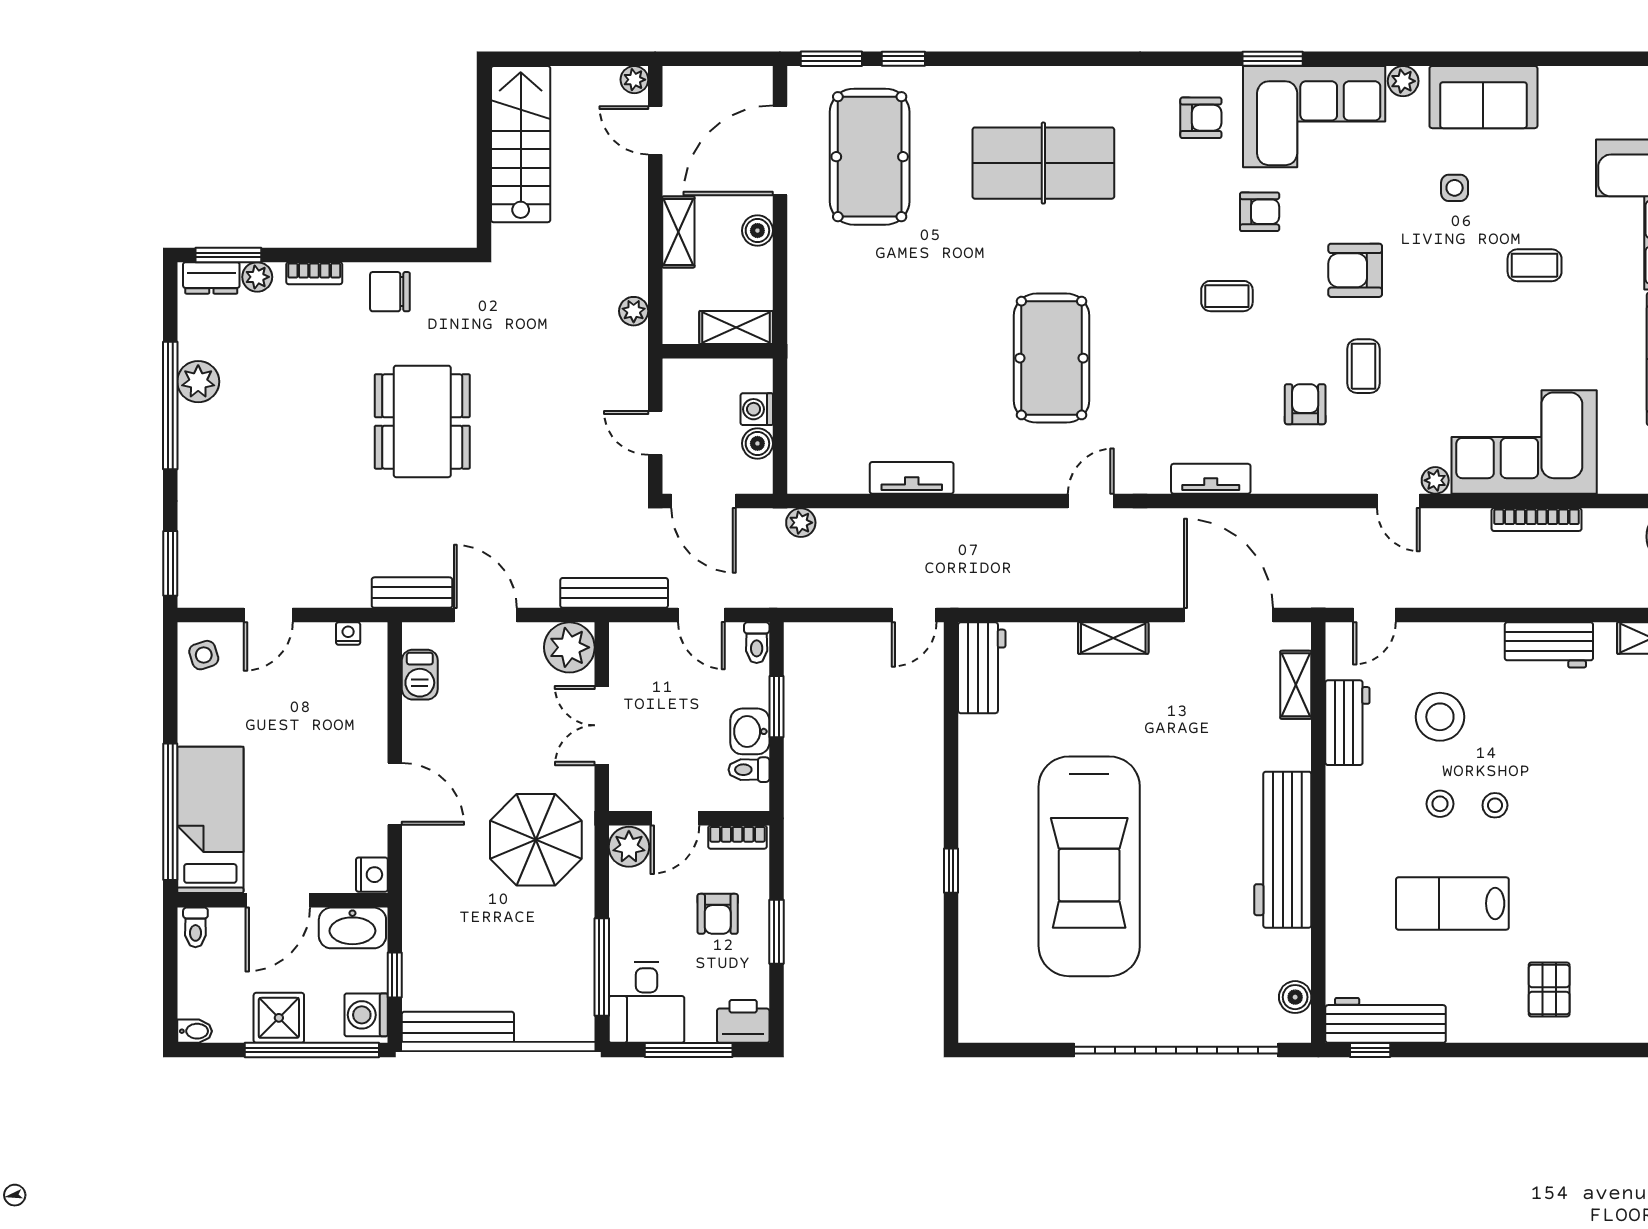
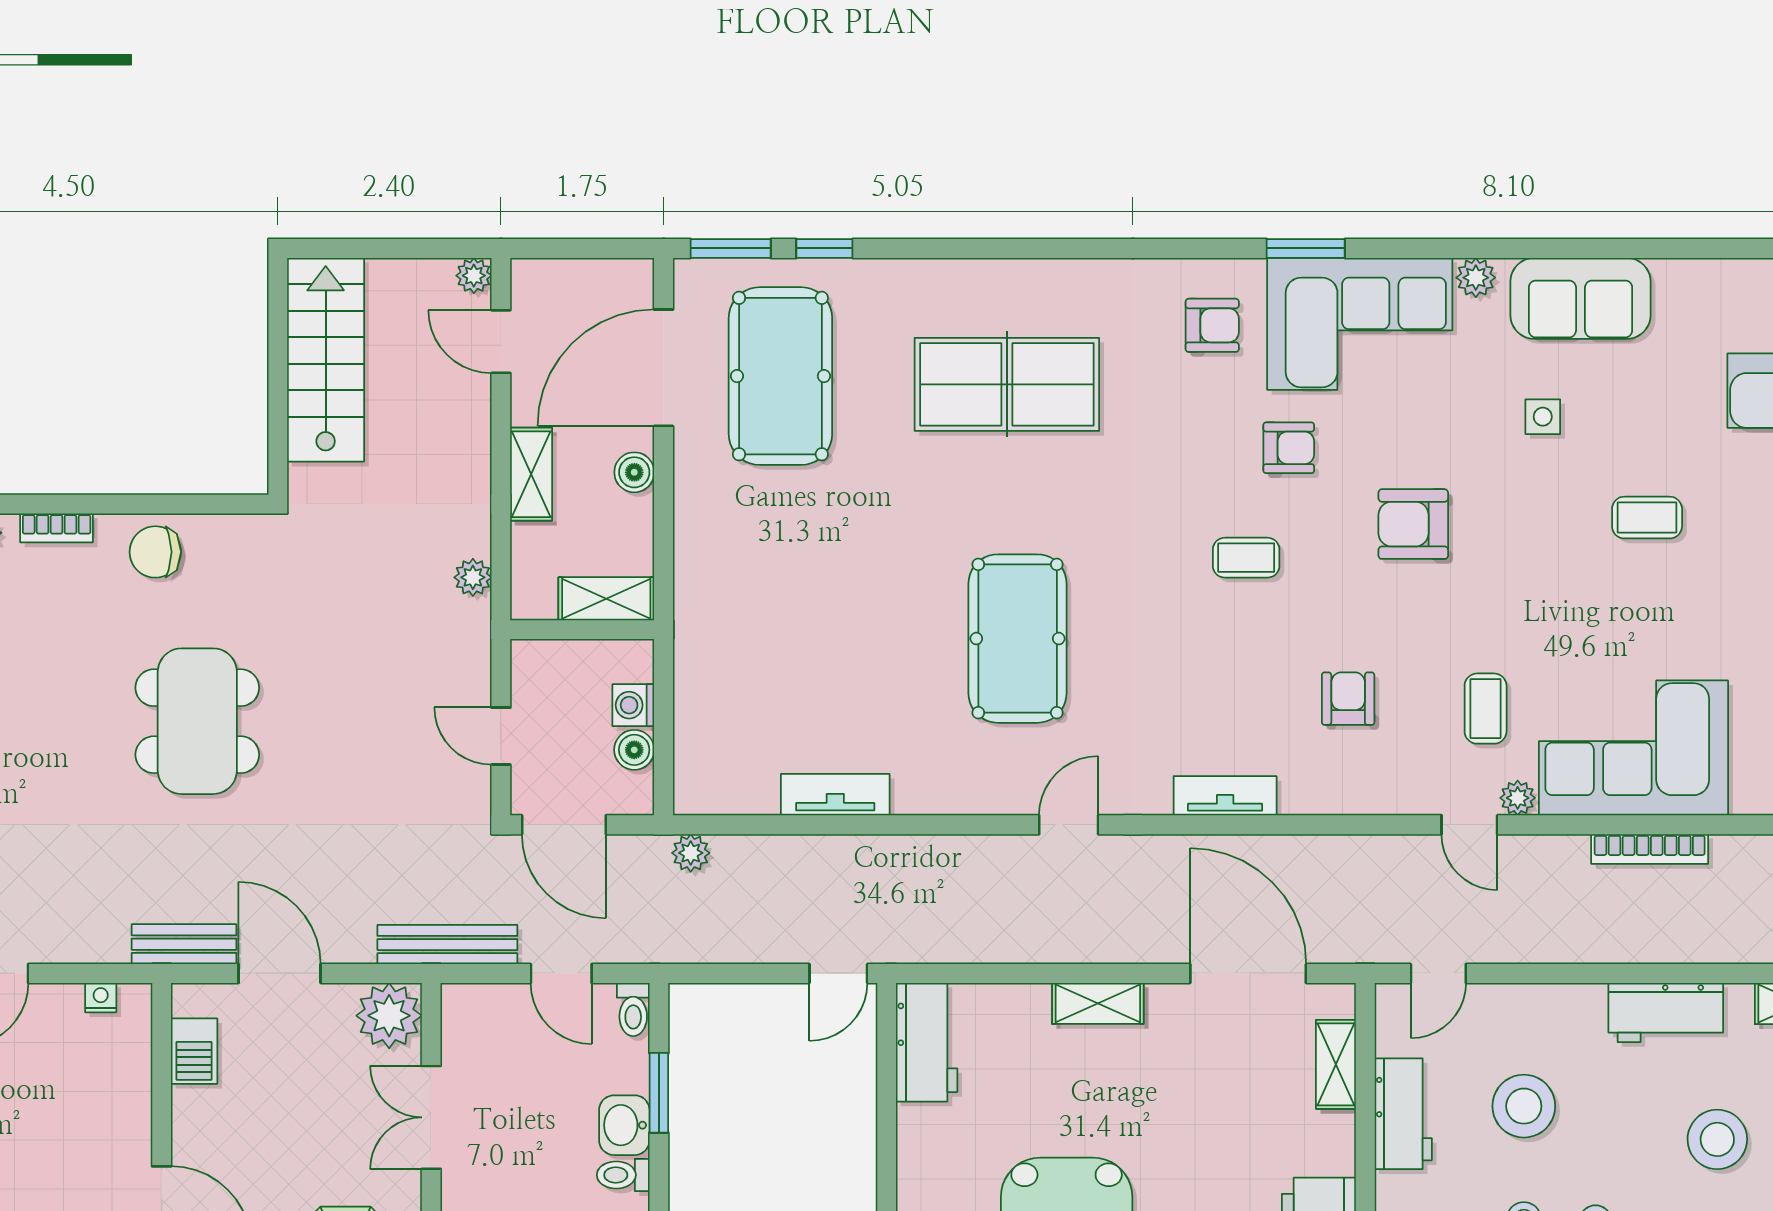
coffee table: (1363, 366) -> (1486, 709), moved
stool: (1588, 742) -> (1717, 1139), added

